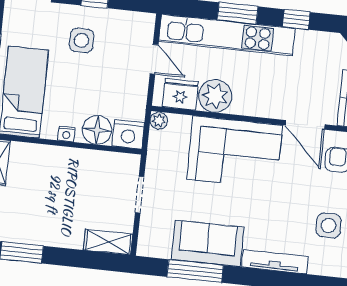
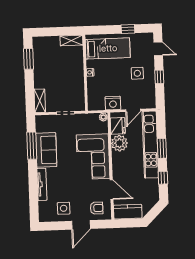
door: (305, 125) -> (112, 190), swing flipped
floor lamp: (97, 130) -> (94, 87), removed
nightstand: (128, 134) -> (113, 103), moved, turned -90

